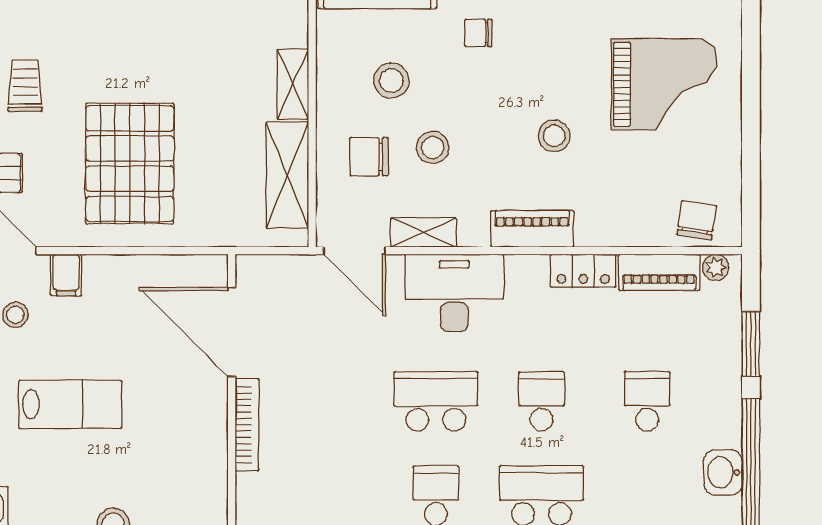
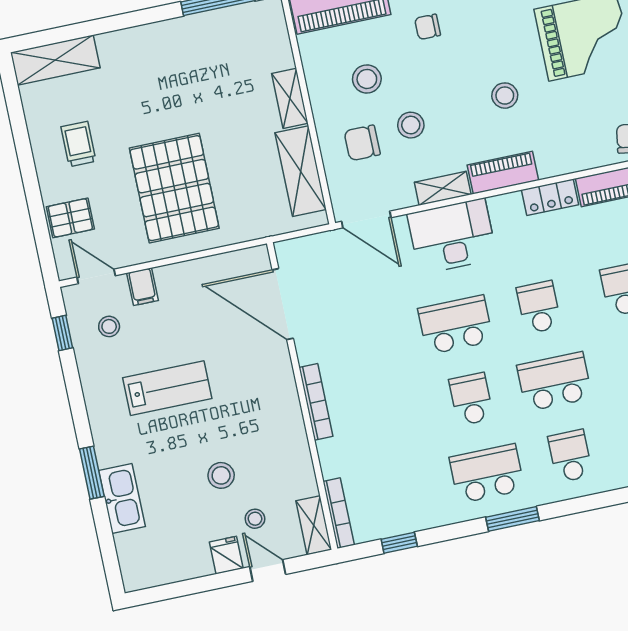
shelving: (424, 232) -> (443, 188), moved
bookcase: (247, 425) -> (316, 402), moved

